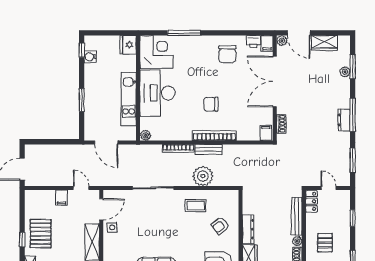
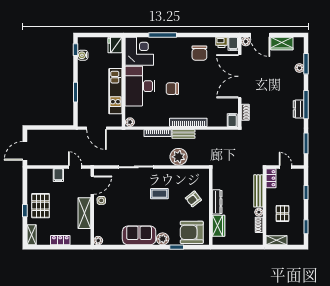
chair: (211, 104) -> (172, 89), moved
coffee table: (196, 205) -> (159, 194), moved

